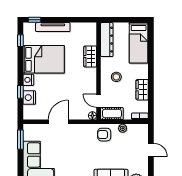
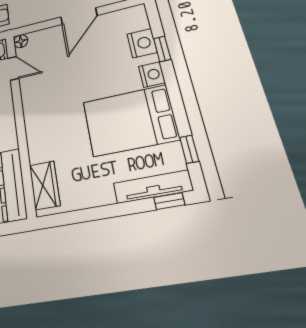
tv unit: (53, 27) -> (153, 187), moved
wardrobe: (90, 56) -> (45, 185), moved

